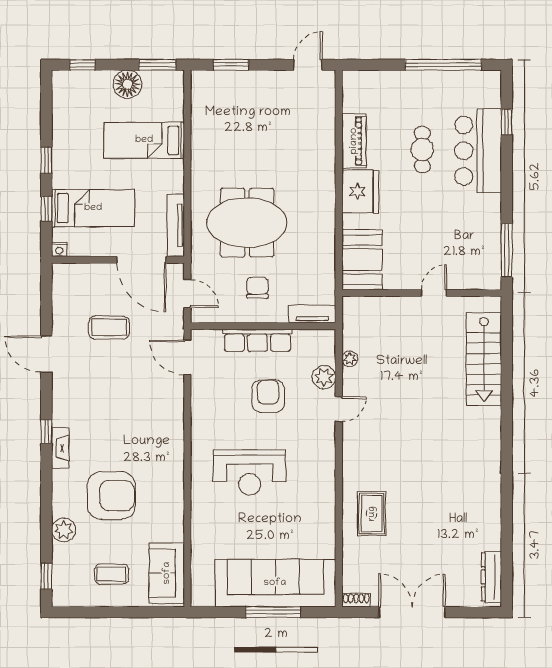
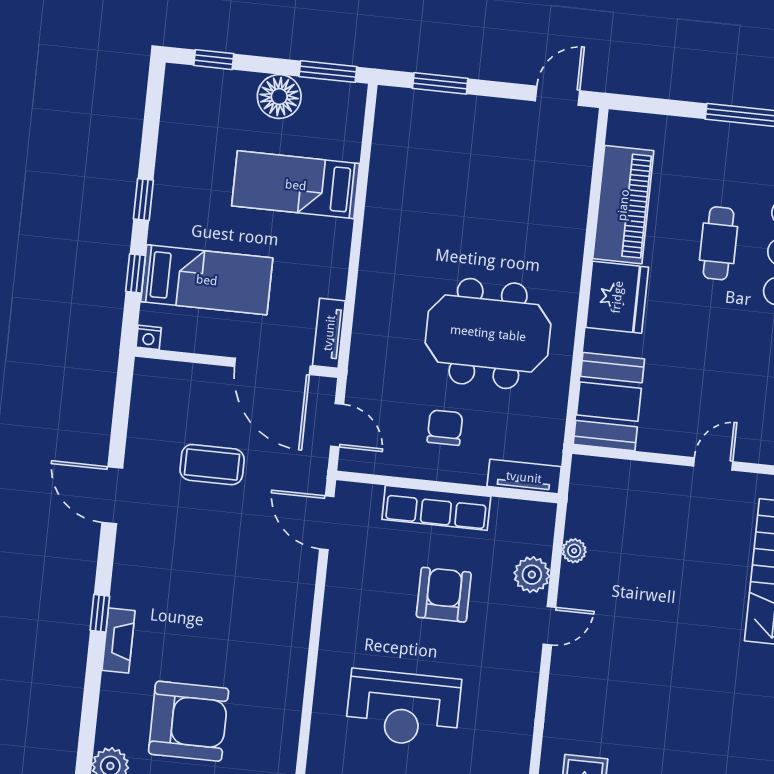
piano: (354, 141) -> (623, 205), width x1.37, depth x1.33
meeting table: (247, 223) -> (488, 333), moved
tv unit: (176, 225) -> (329, 333), width x0.71

